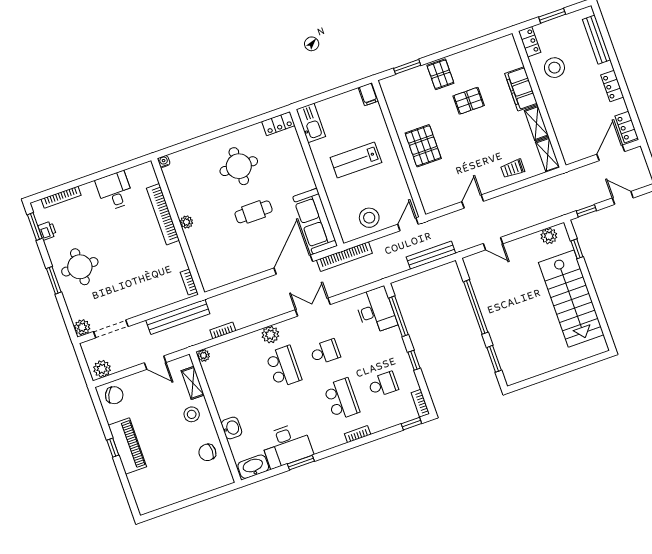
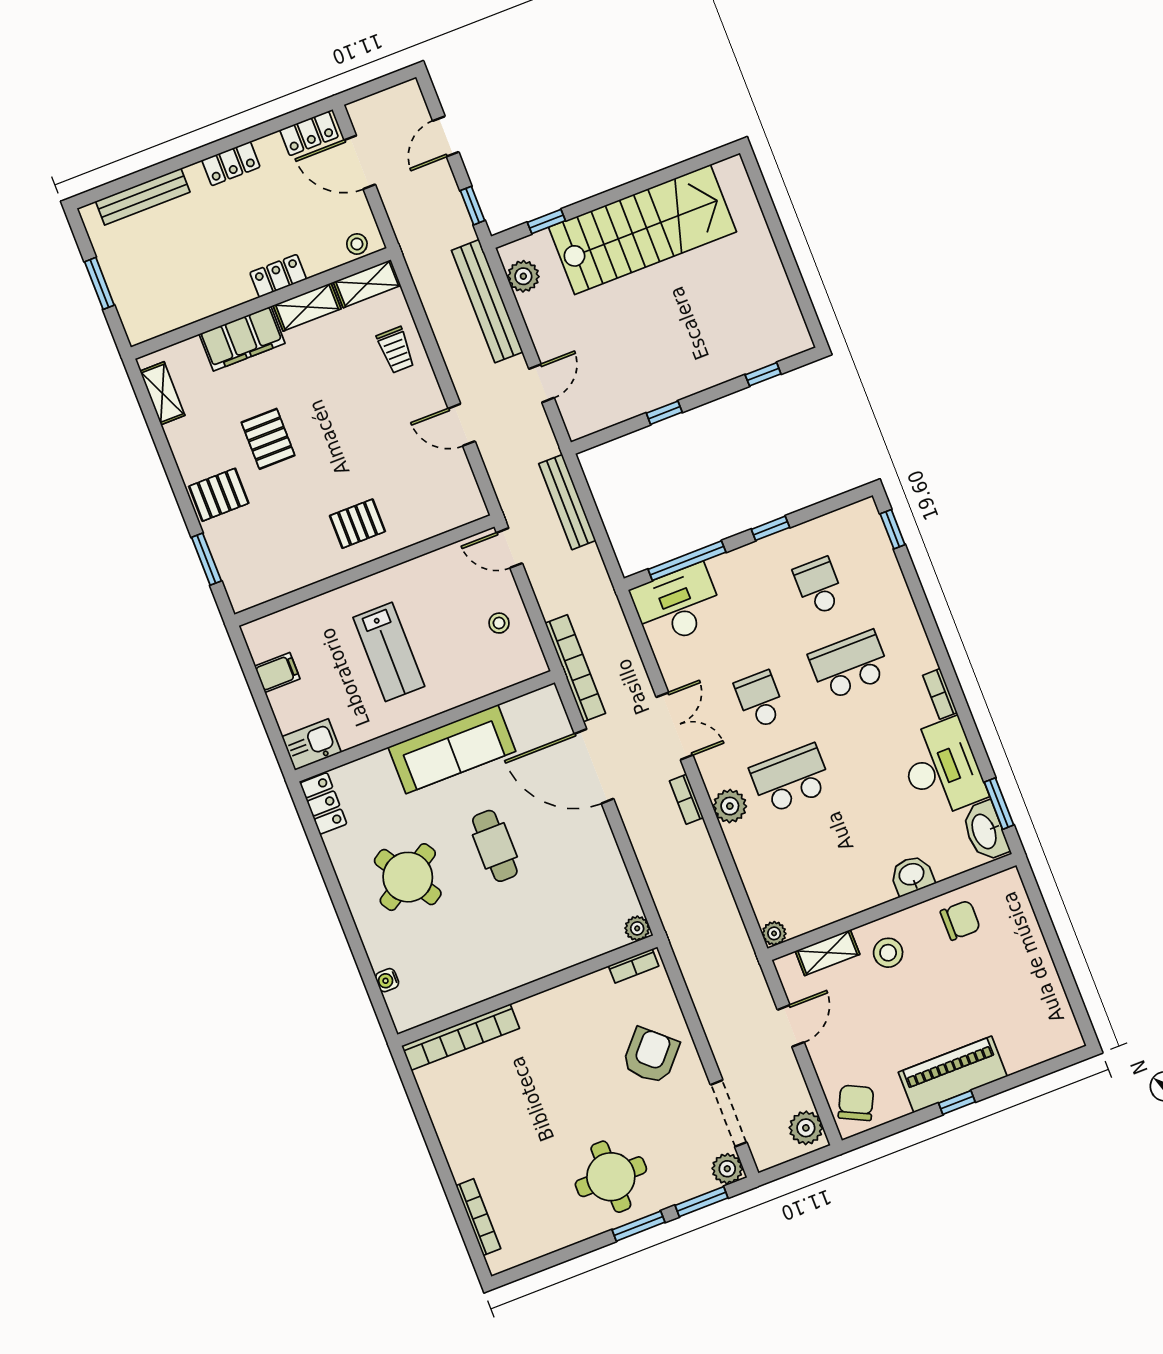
locker: (530, 42) -> (278, 276), moved
shelving: (494, 47) -> (162, 393), added
stool: (554, 68) -> (357, 244), moved, width x0.53, depth x0.53
filing cabinet: (368, 94) -> (277, 673), moved
kitchen sink: (311, 123) -> (312, 744), width x0.73
pallet: (423, 146) -> (357, 524), width x0.67, depth x0.71
water cooler: (164, 161) -> (387, 980), moved
round table: (239, 166) -> (408, 877), turned -32
desk: (115, 191) -> (463, 1114), removed
bookcase: (163, 214) -> (461, 1037), moved
stool: (369, 218) -> (499, 623), width x0.53, depth x0.53
sofa: (315, 221) -> (452, 749), moved
plant: (186, 222) -> (637, 928), moved
window: (35, 226) -> (702, 1202), moved
printer: (47, 231) -> (543, 1242), removed
armchair: (142, 289) -> (651, 1056), added
double door: (313, 307) -> (674, 726), swing flipped
window: (476, 307) -> (664, 413), width x0.32
bench: (178, 317) -> (487, 301), moved
bookcase: (223, 330) -> (686, 799), moved
window: (494, 359) -> (763, 374), width x0.67
bookcase: (420, 403) -> (853, 513), removed
bookcase: (358, 434) -> (940, 694), moved
chair: (207, 452) -> (960, 920), turned -90
window: (301, 463) -> (999, 804), moved

